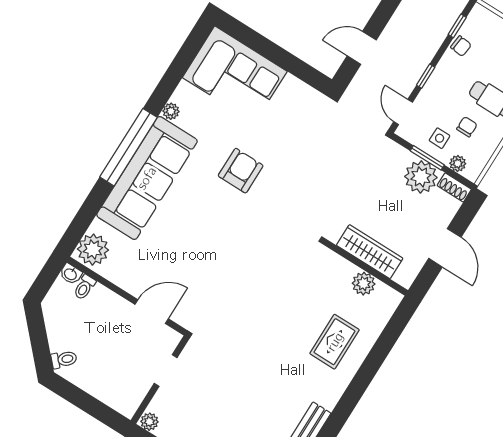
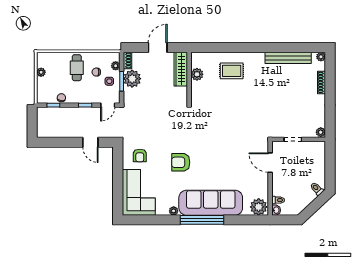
armchair: (292, 113) -> (140, 156), added
wardrobe: (370, 252) -> (181, 69), moved

